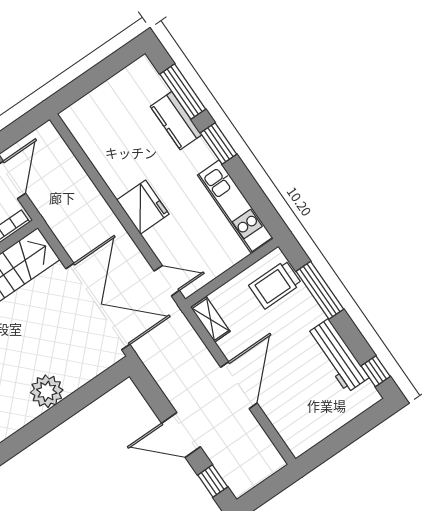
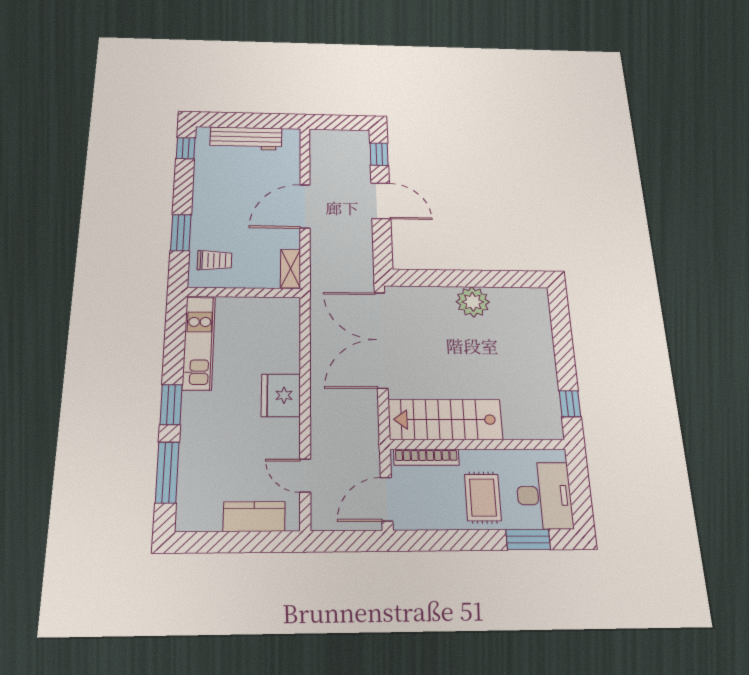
kitchen counter: (176, 121) -> (254, 516), moved, turned -90
door: (167, 281) -> (305, 476), moved
trolley: (275, 285) -> (214, 260), width x0.73, depth x0.72
window: (320, 290) -> (181, 233), width x0.69
workbench: (338, 356) -> (246, 139), moved, turned 90

